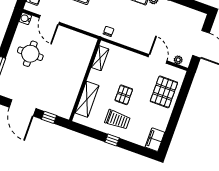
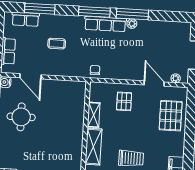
shelving: (100, 58) -> (94, 115), moved
pallet: (124, 95) -> (124, 101), moved

